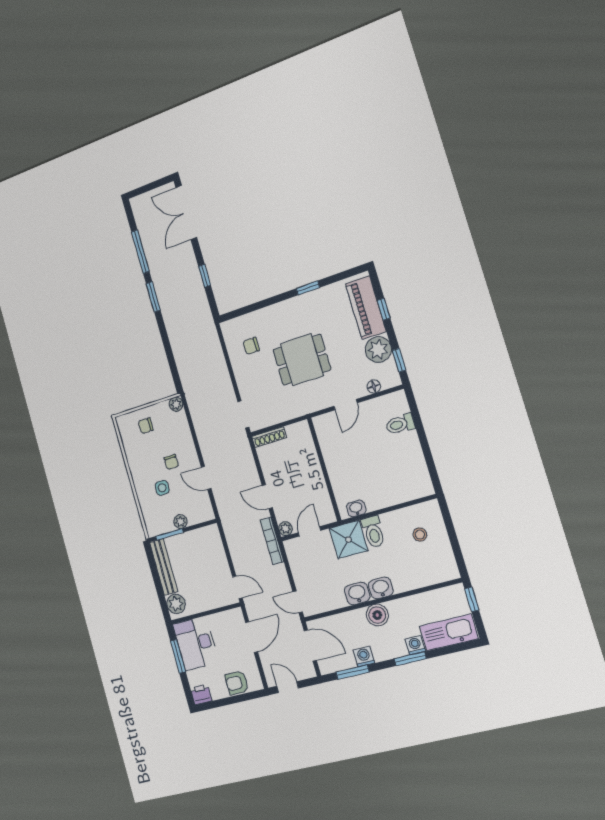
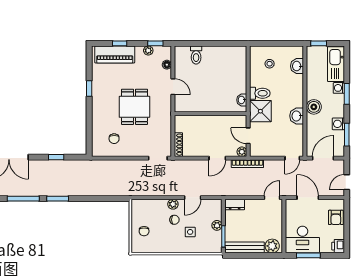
plant: (378, 349) -> (148, 51), width x0.53, depth x0.53
plant: (176, 404) -> (173, 204), moved
dresser: (214, 538) -> (235, 205), added
washbasin: (381, 588) -> (297, 66), moved

